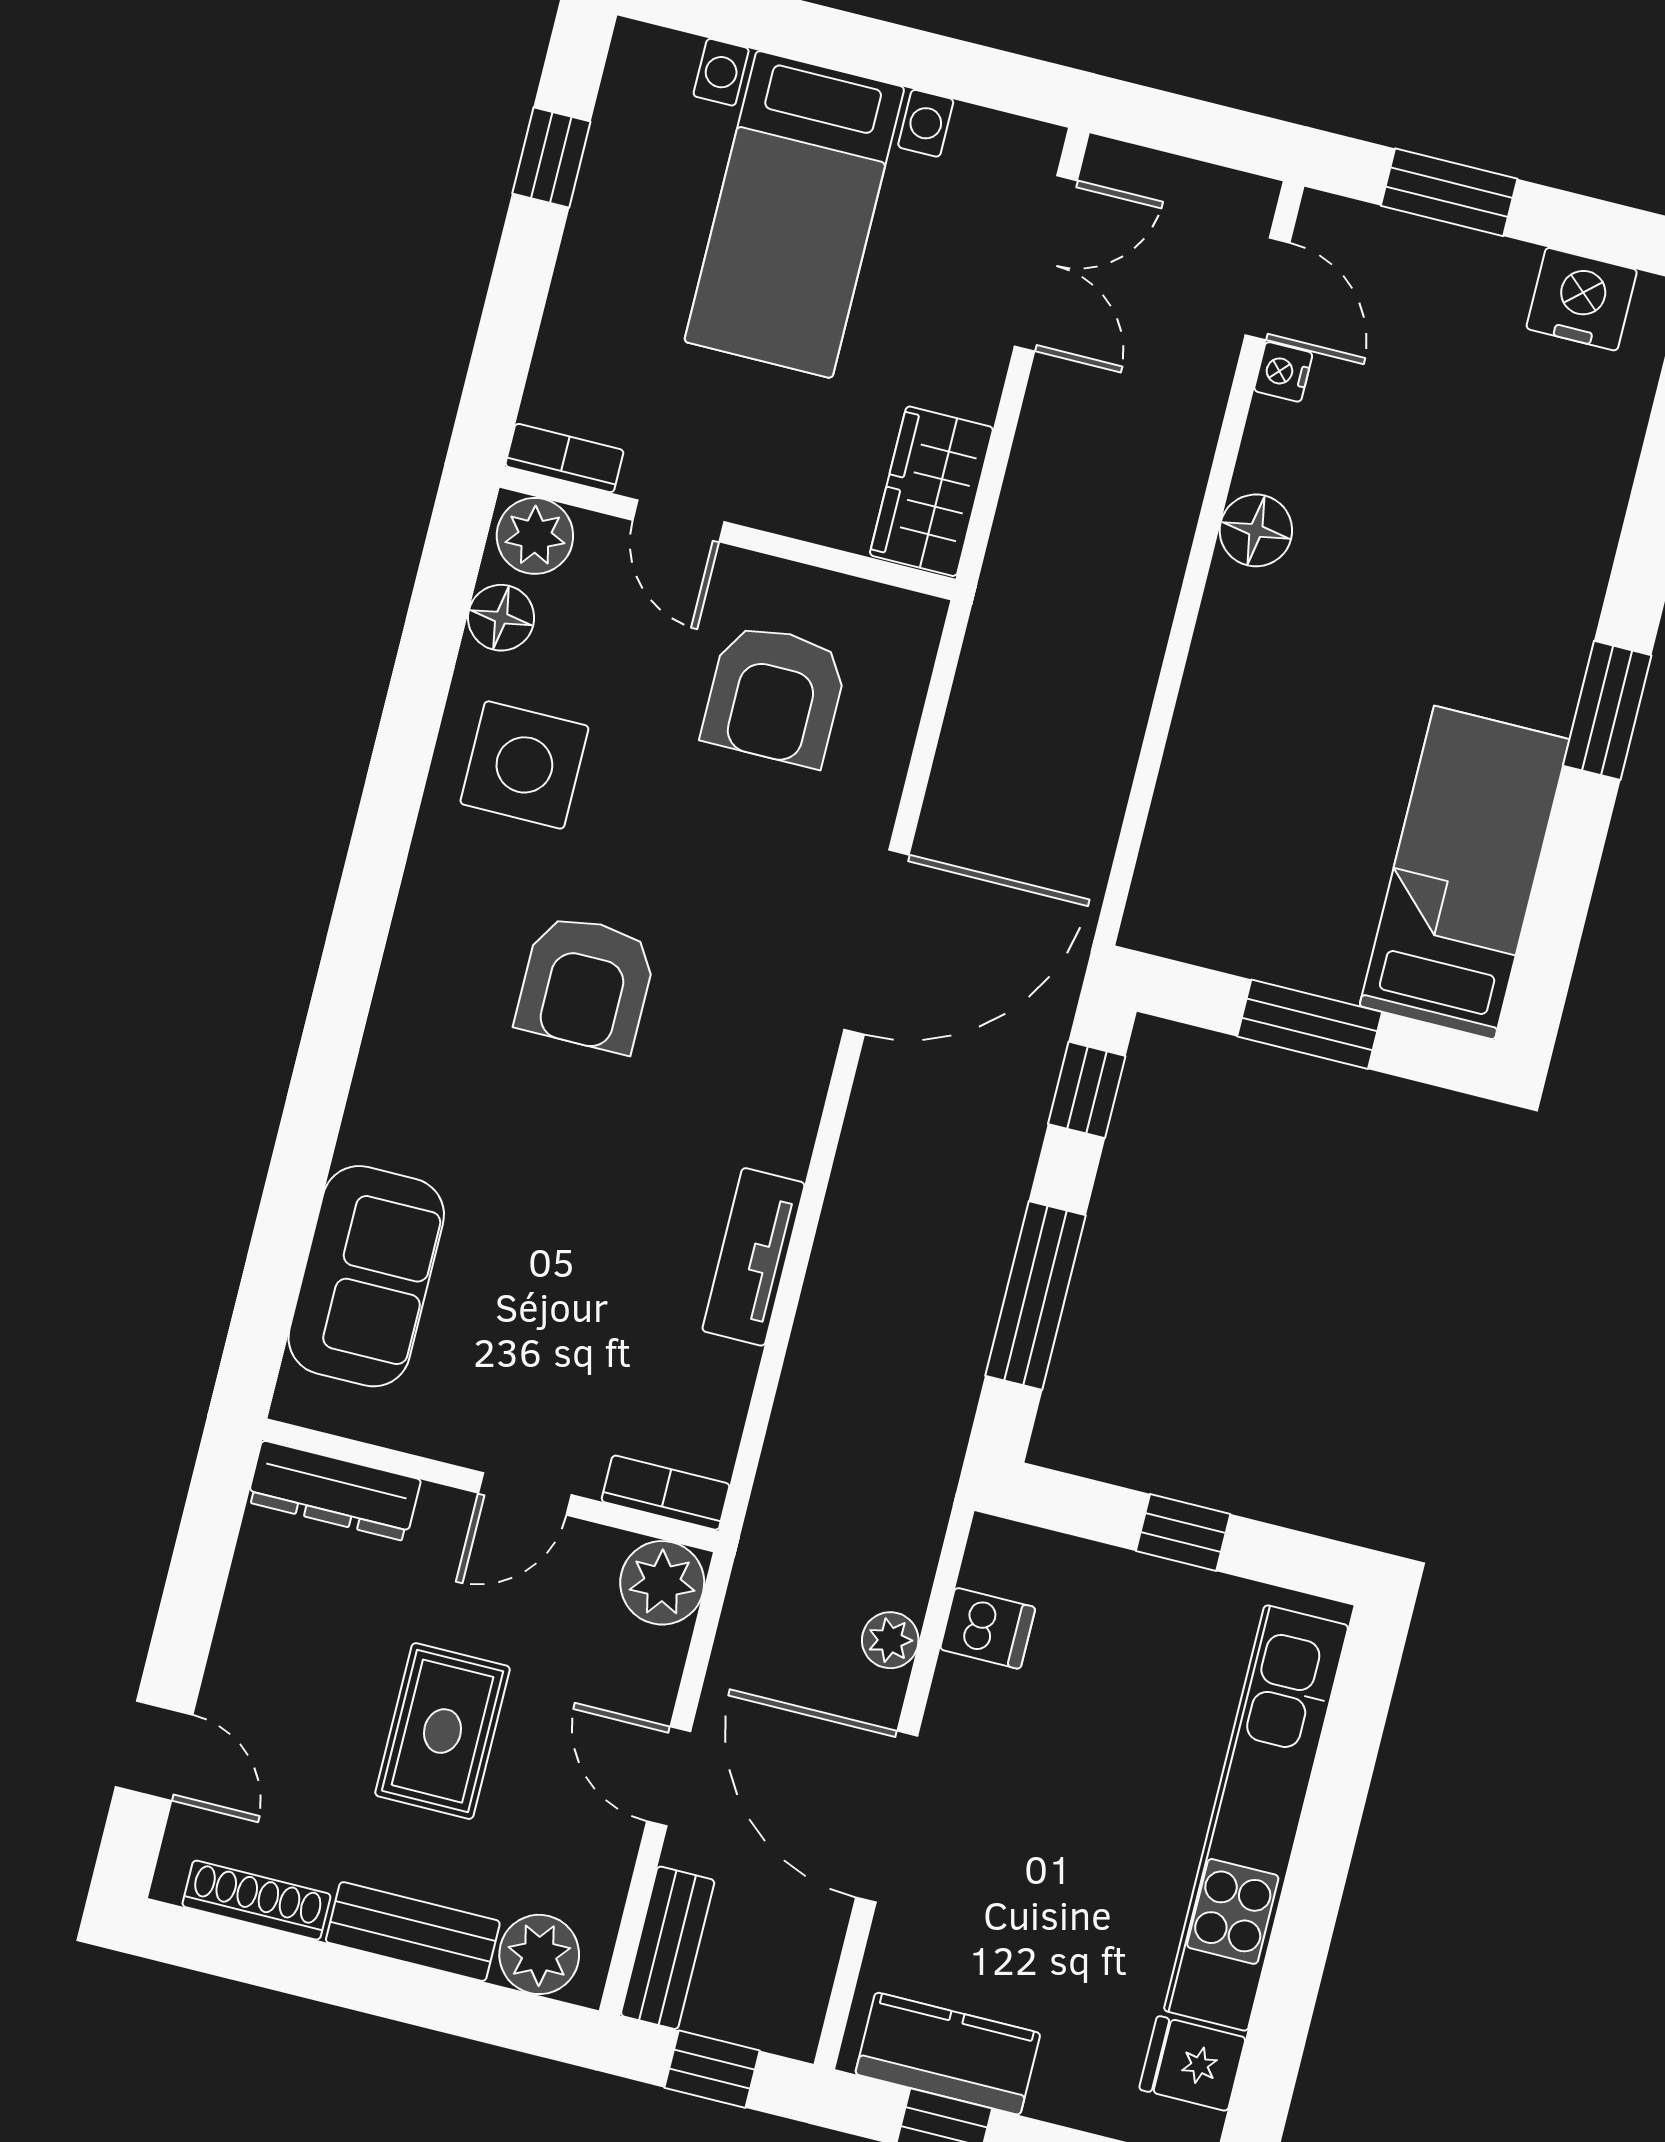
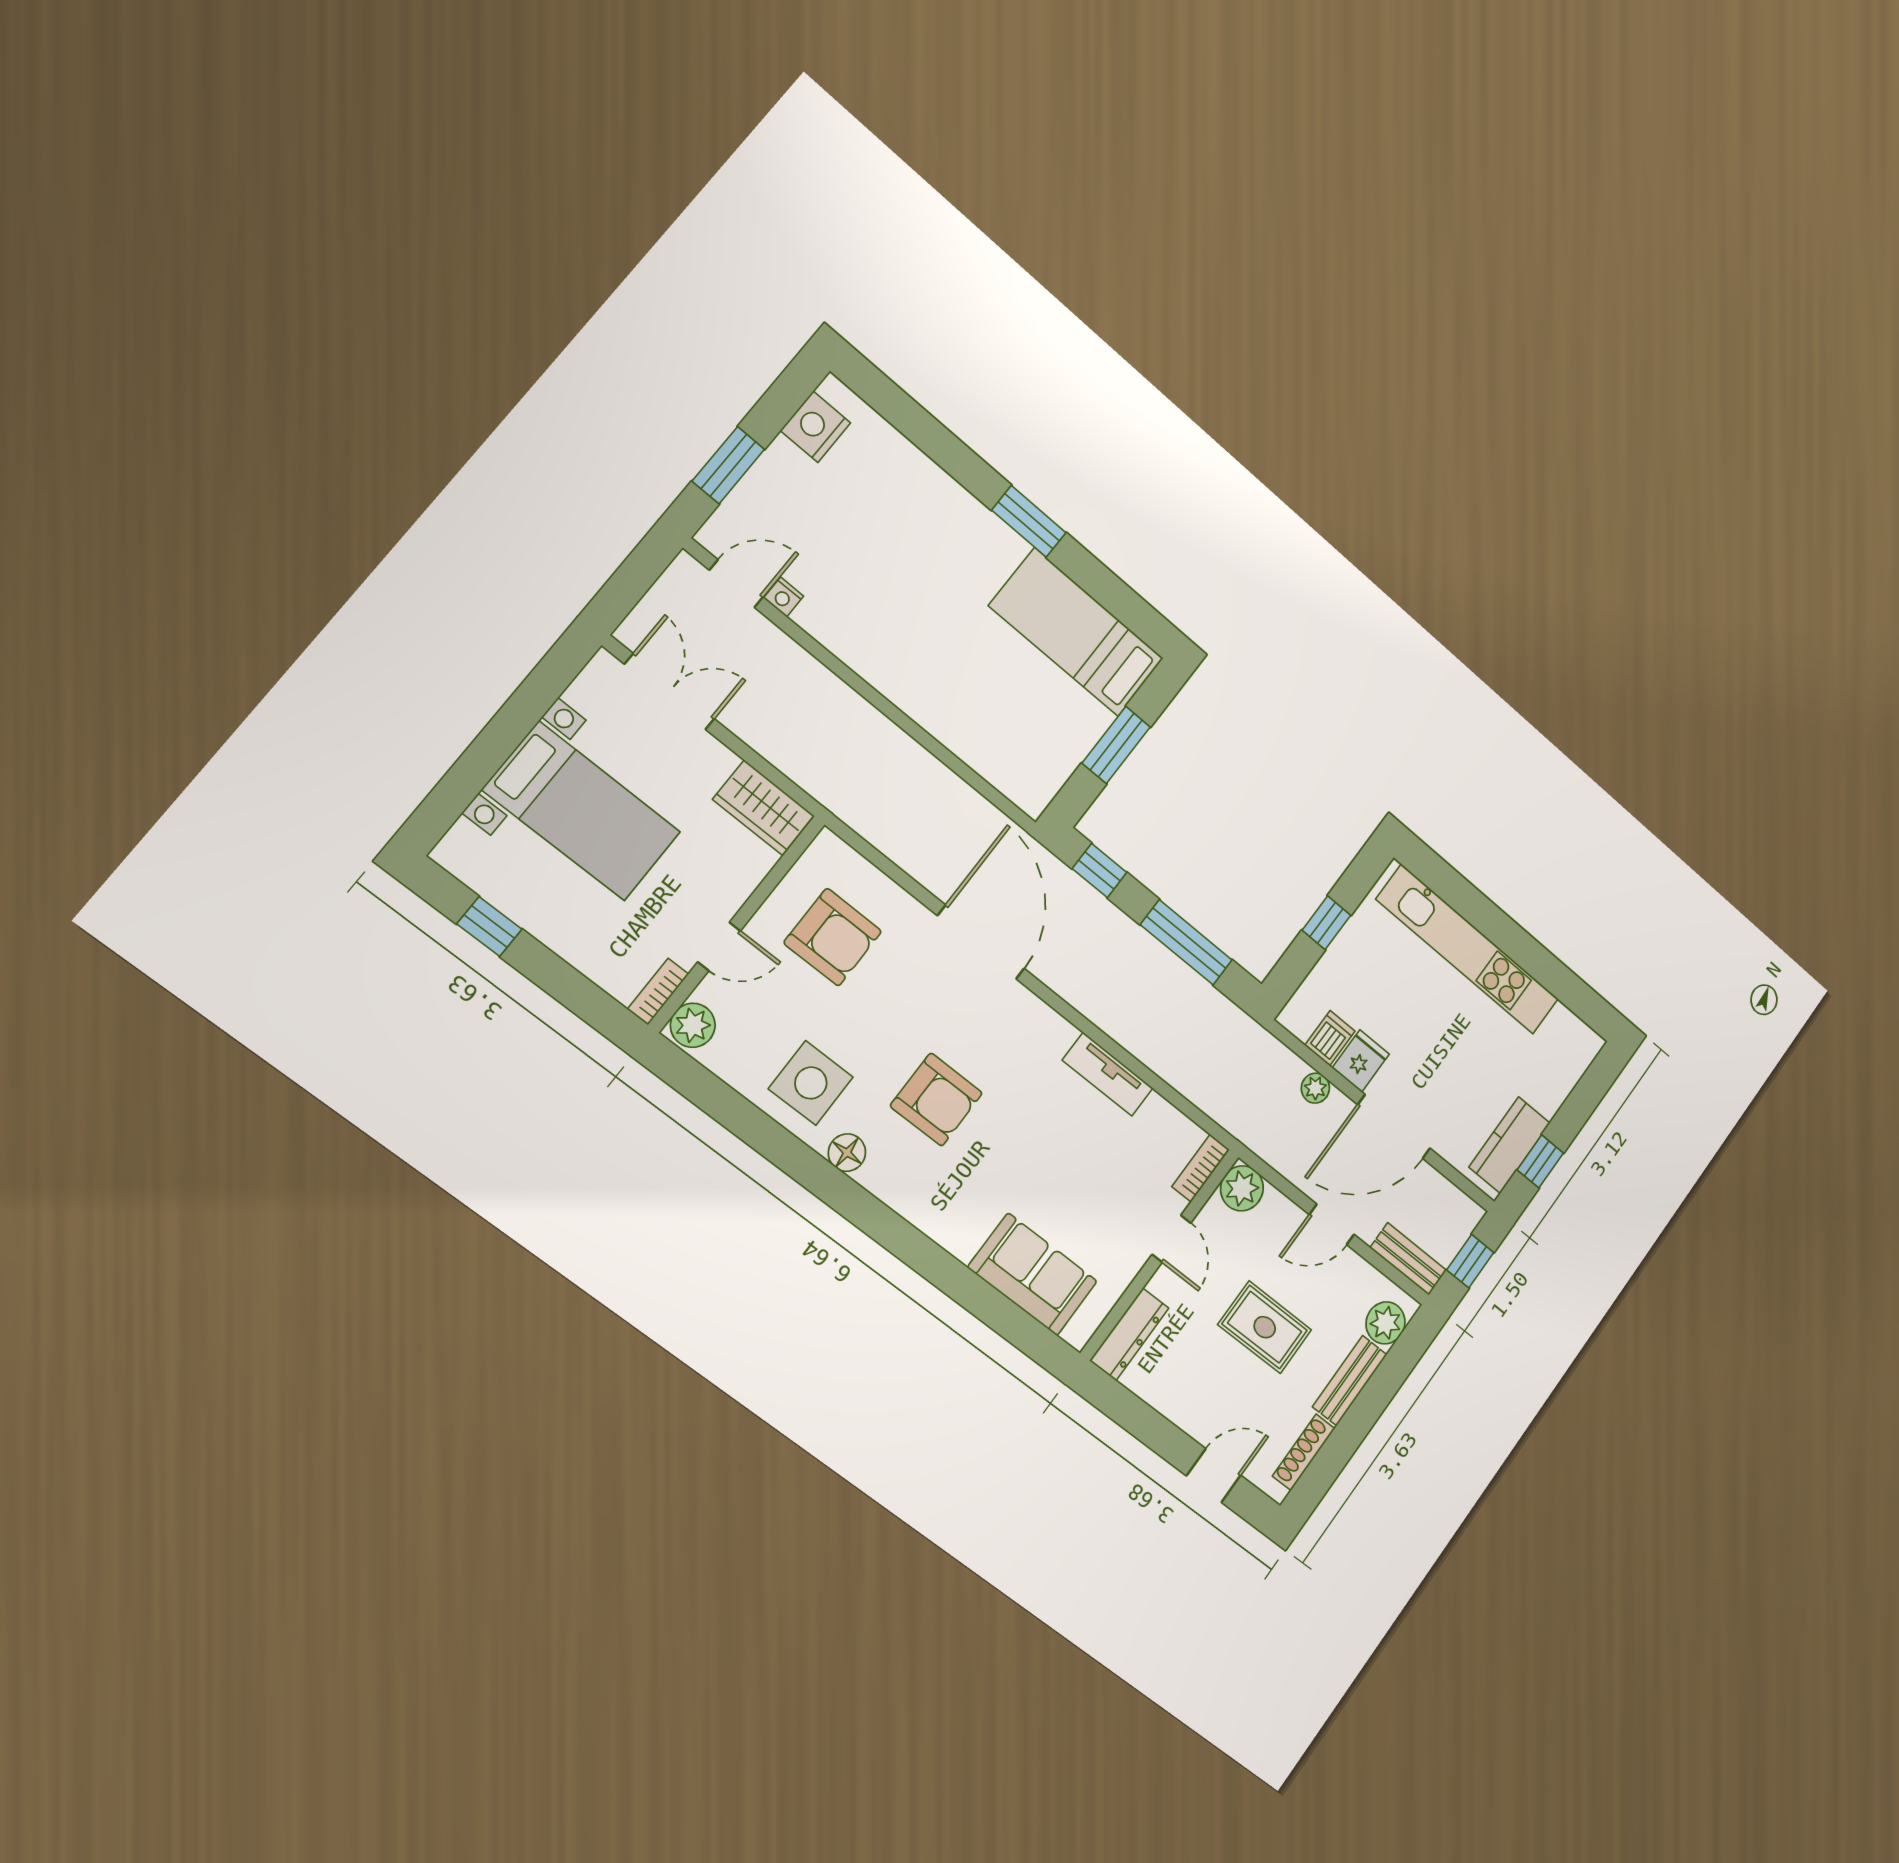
floor lamp: (1256, 530) -> (859, 651), removed
floor lamp: (501, 618) -> (847, 1153), moved
fridge: (1192, 2063) -> (1361, 1061), moved, turned 180

